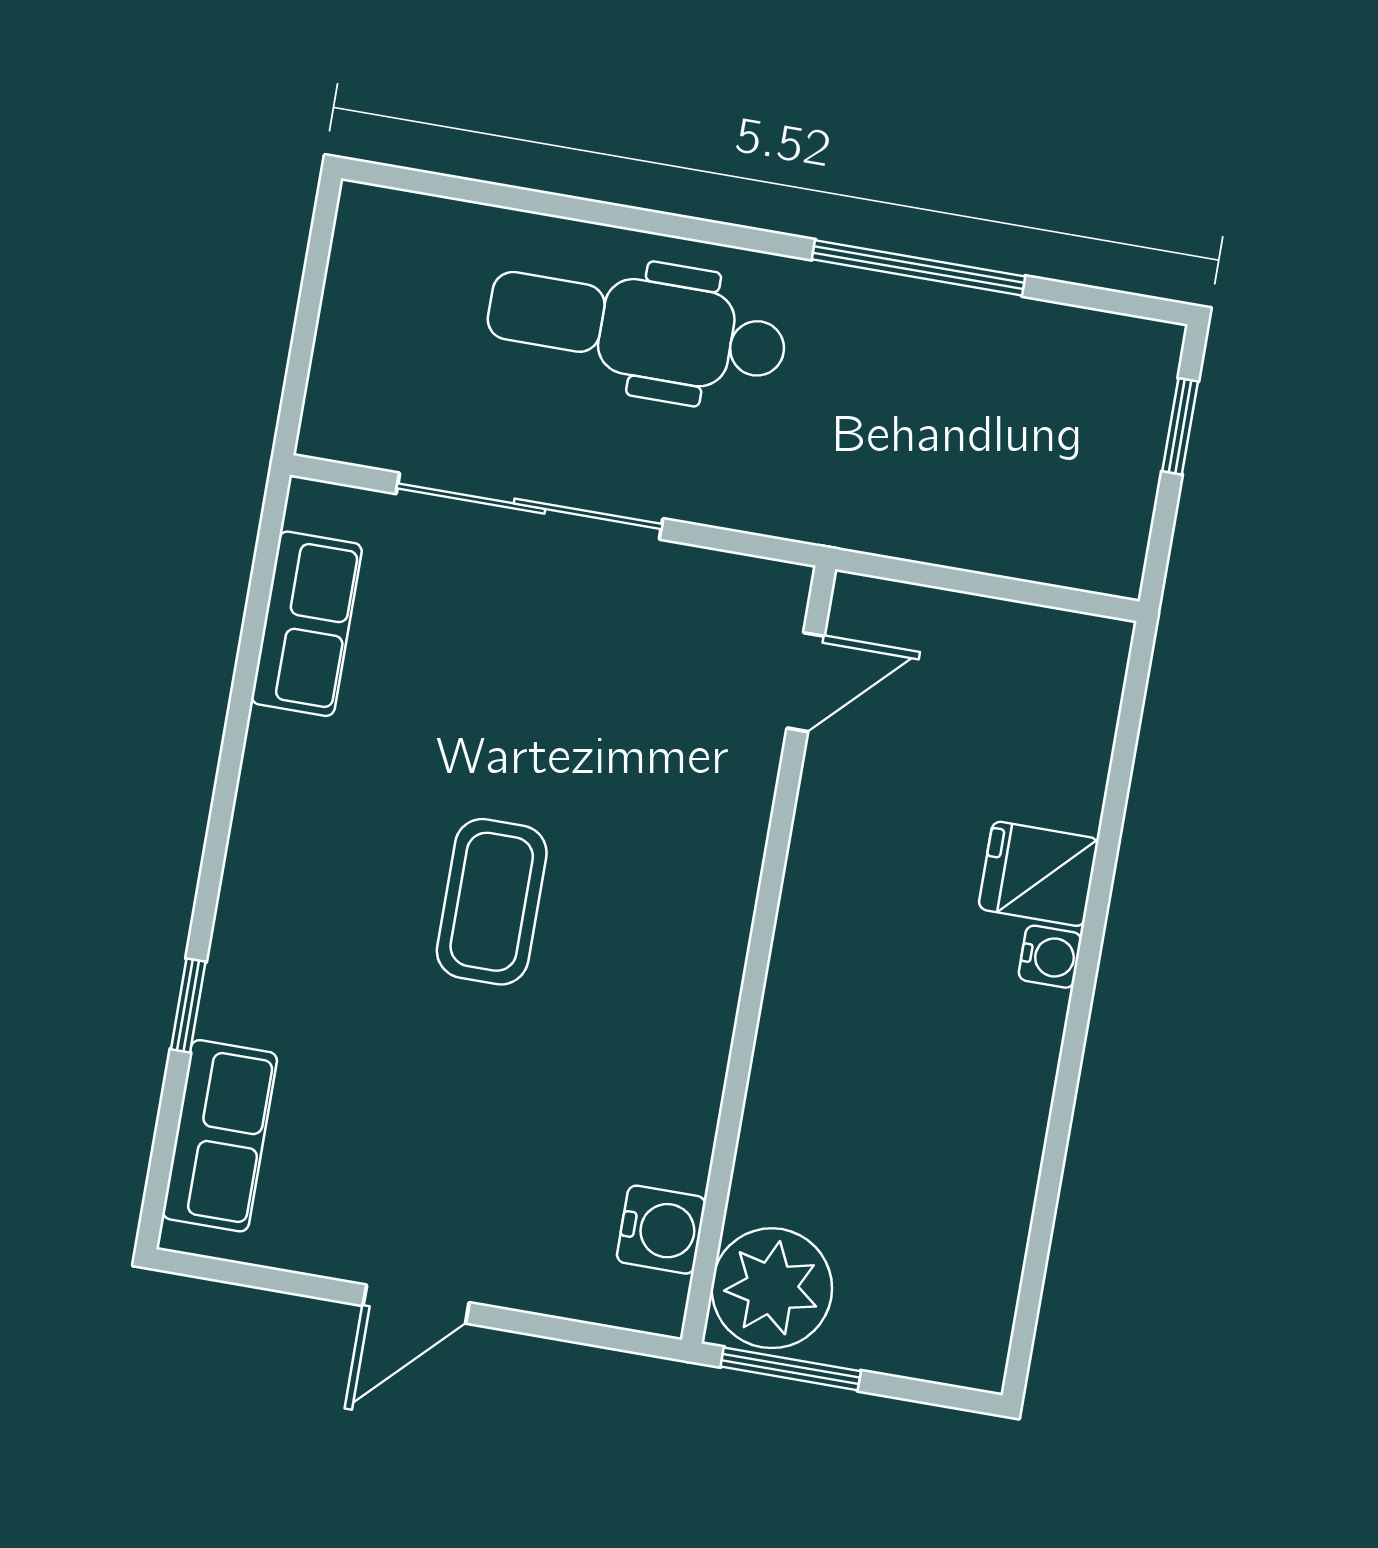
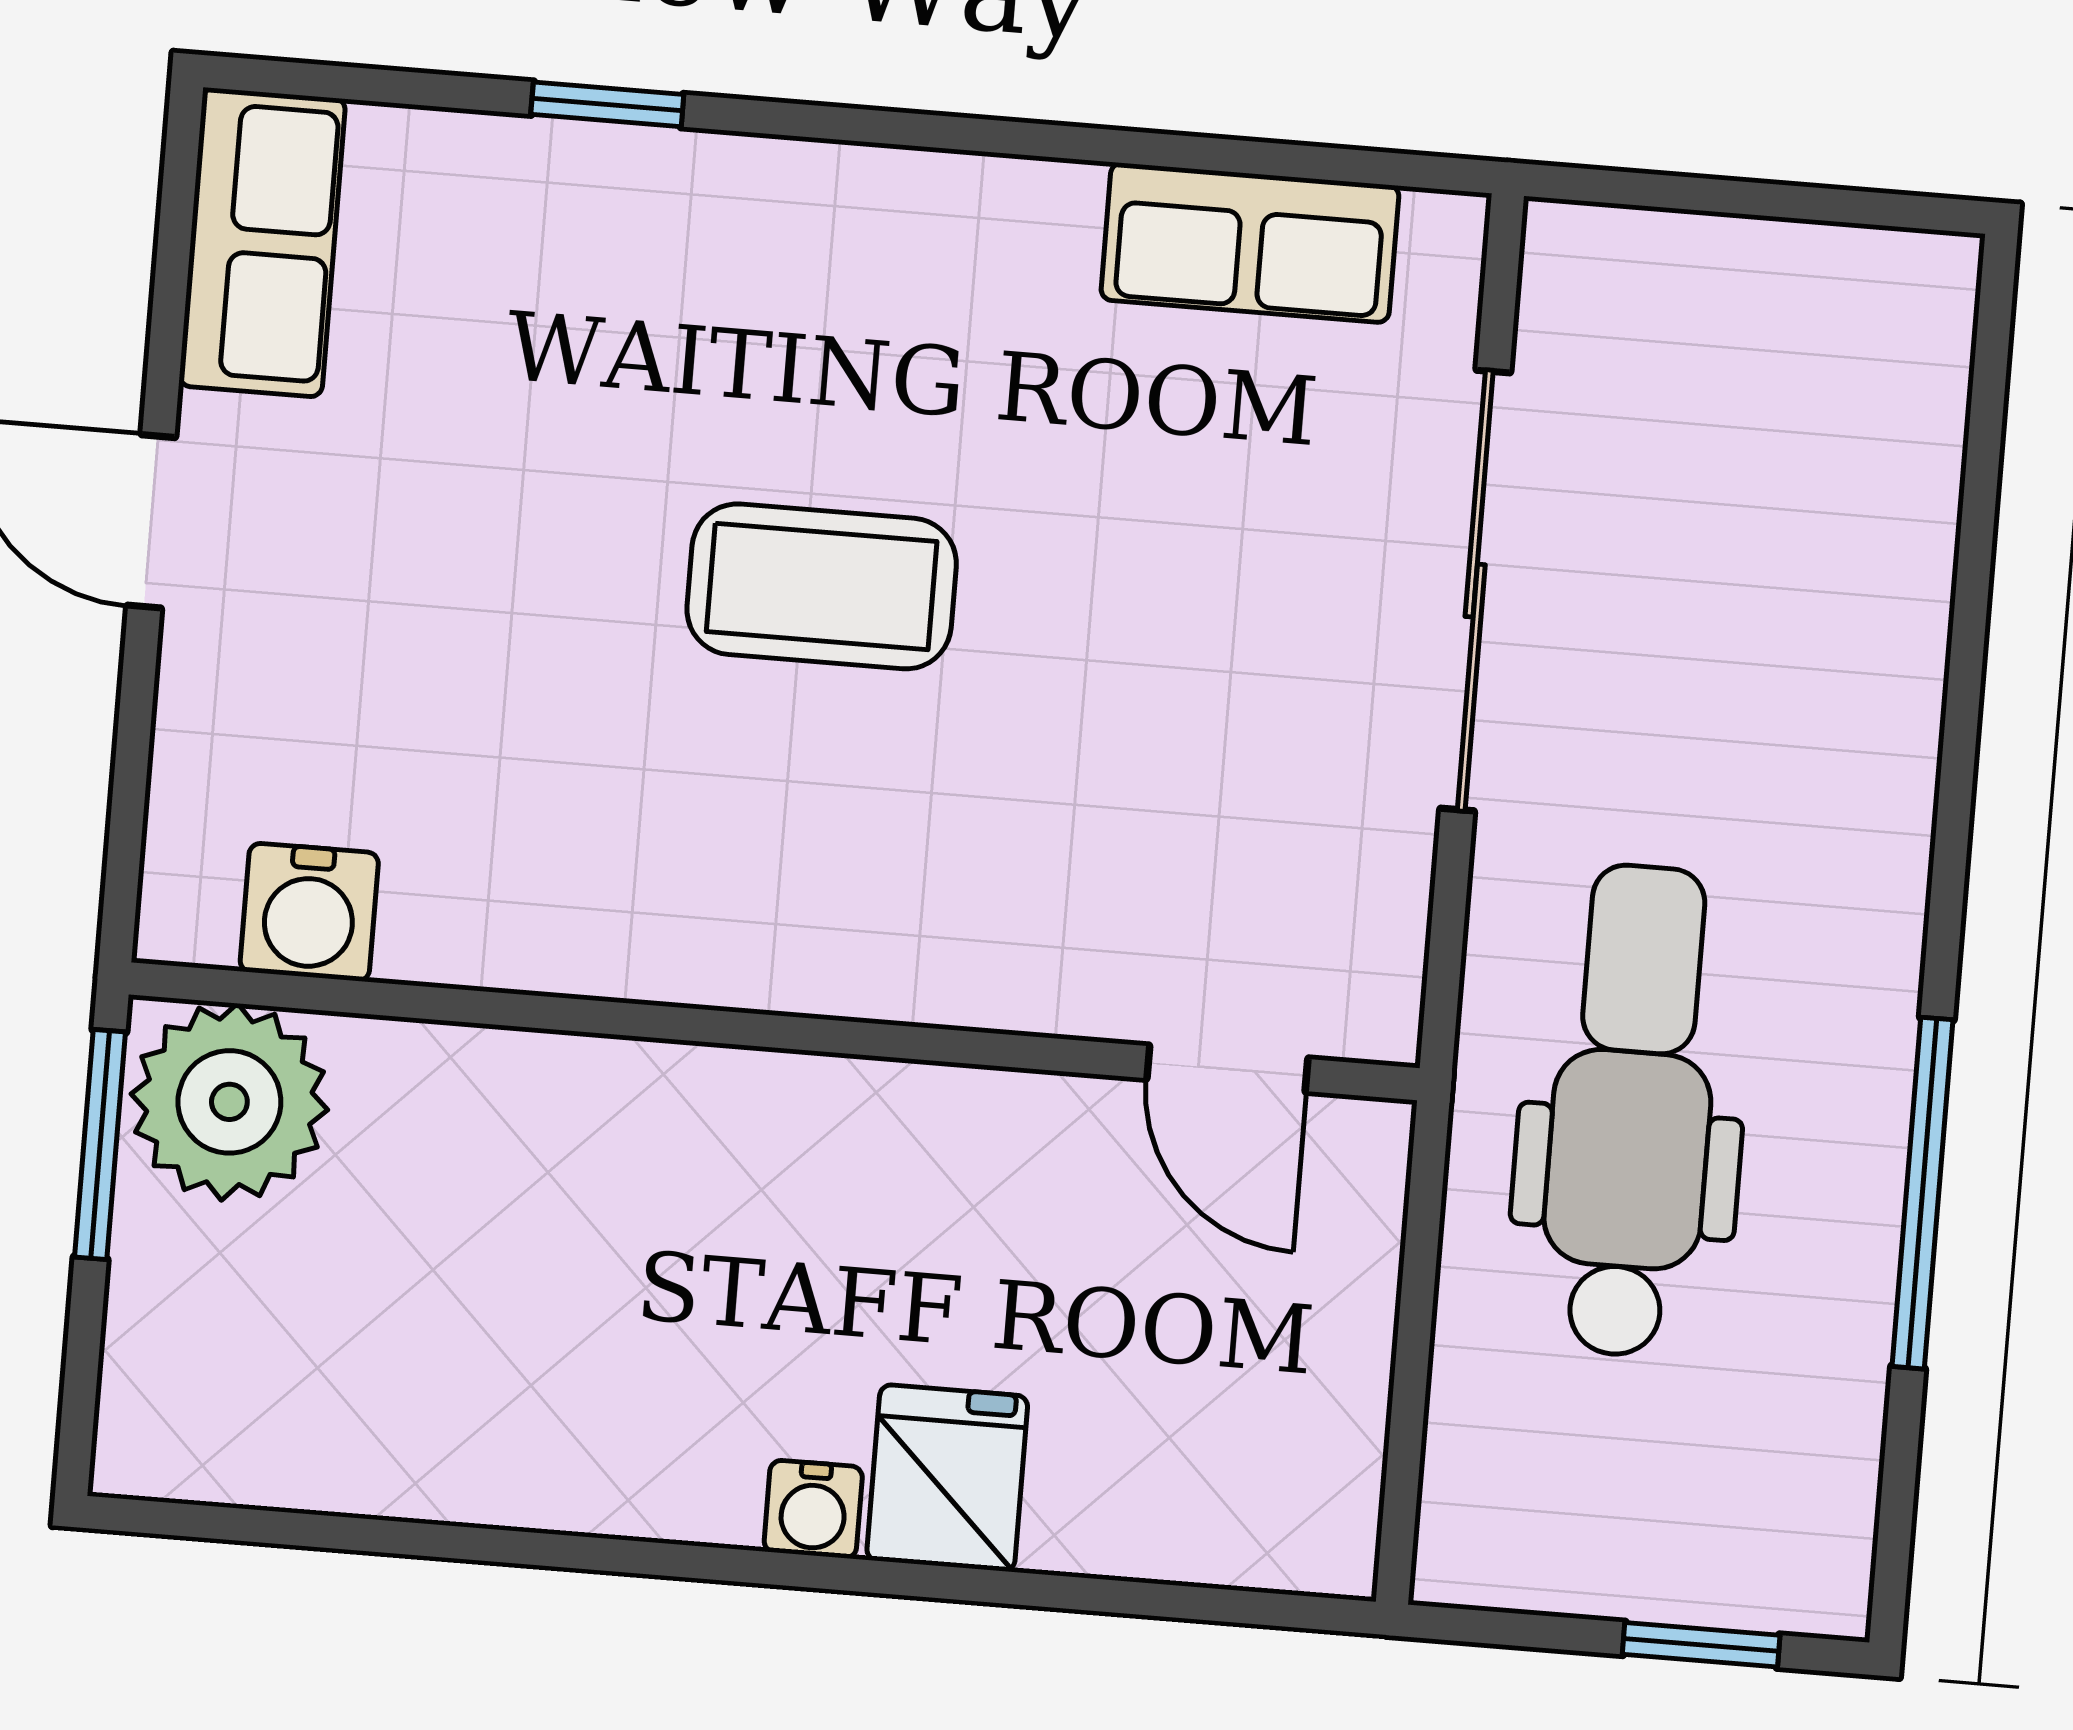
dental chair: (637, 328) -> (1631, 1111), moved
row of seats: (220, 1136) -> (262, 242), moved, turned -90

